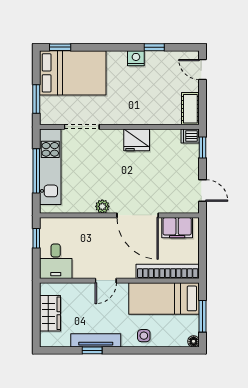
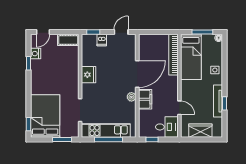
nightstand: (136, 58) -> (36, 54), moved
dishwasher: (190, 136) -> (102, 40), moved
filing cabinet: (177, 228) -> (145, 99), moved
door: (106, 281) -> (179, 108), moved

